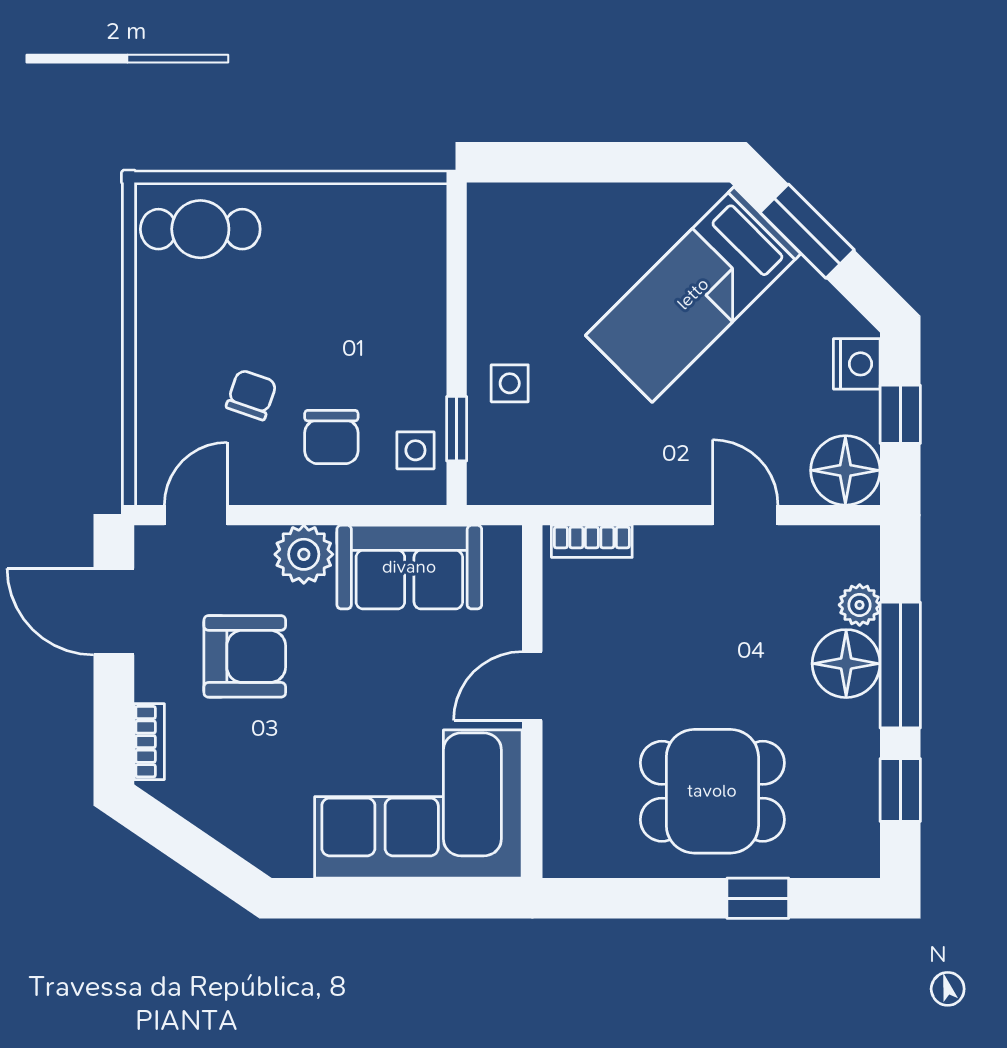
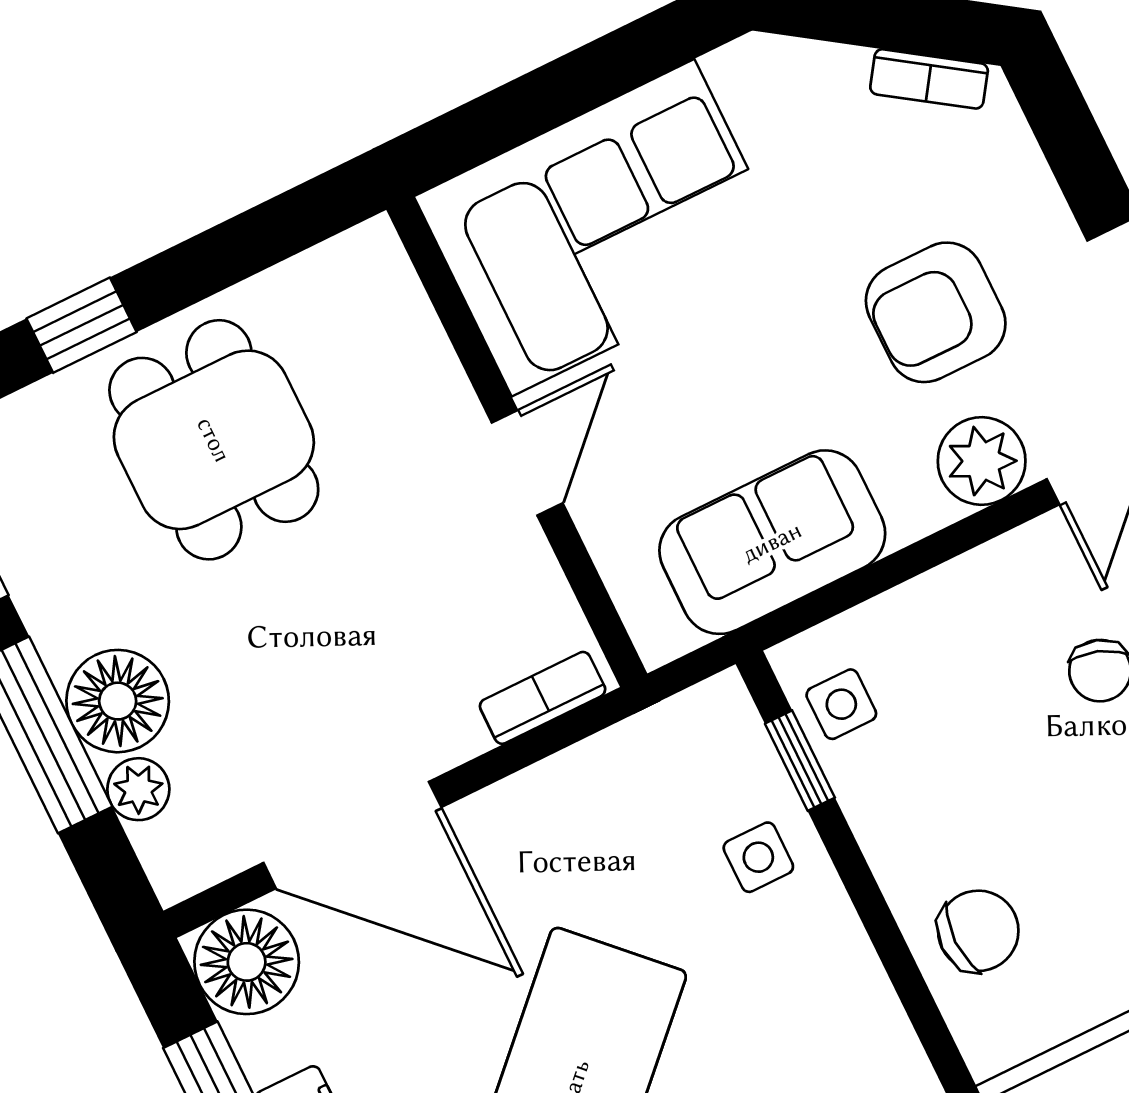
chair: (331, 437) -> (978, 931), moved, turned 90
door: (745, 515) -> (352, 835), width x1.87
plant: (304, 554) -> (982, 461), moved
bookcase: (149, 742) -> (929, 79), moved, turned -56
dining table: (712, 791) -> (214, 440), turned 90

